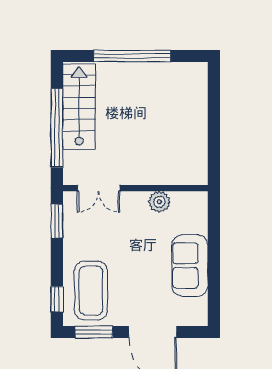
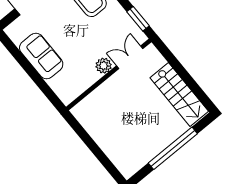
window: (57, 128) -> (182, 72), removed
plant: (159, 202) -> (104, 66), moved

